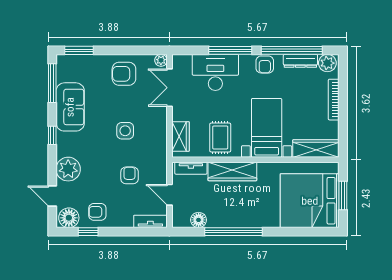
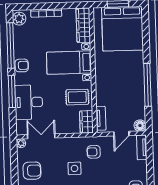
dresser: (300, 61) -> (18, 39), removed
armchair: (124, 74) -> (32, 171), turned -90
double door: (169, 88) -> (41, 136), swing flipped
wardrobe: (180, 136) -> (87, 122), moved, turned -90
wardrobe: (232, 171) -> (102, 87), removed
armchair: (130, 175) -> (94, 152), moved
floor lamp: (199, 220) -> (140, 126), moved

